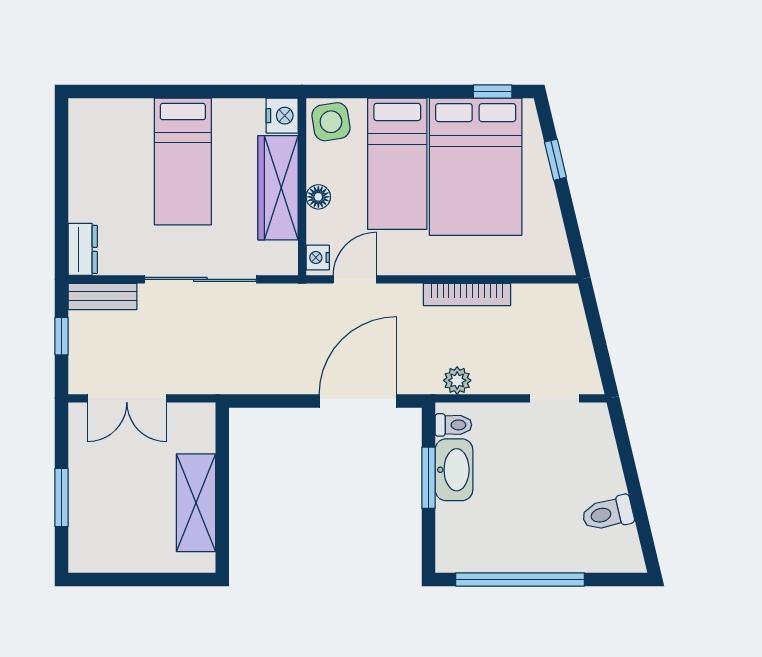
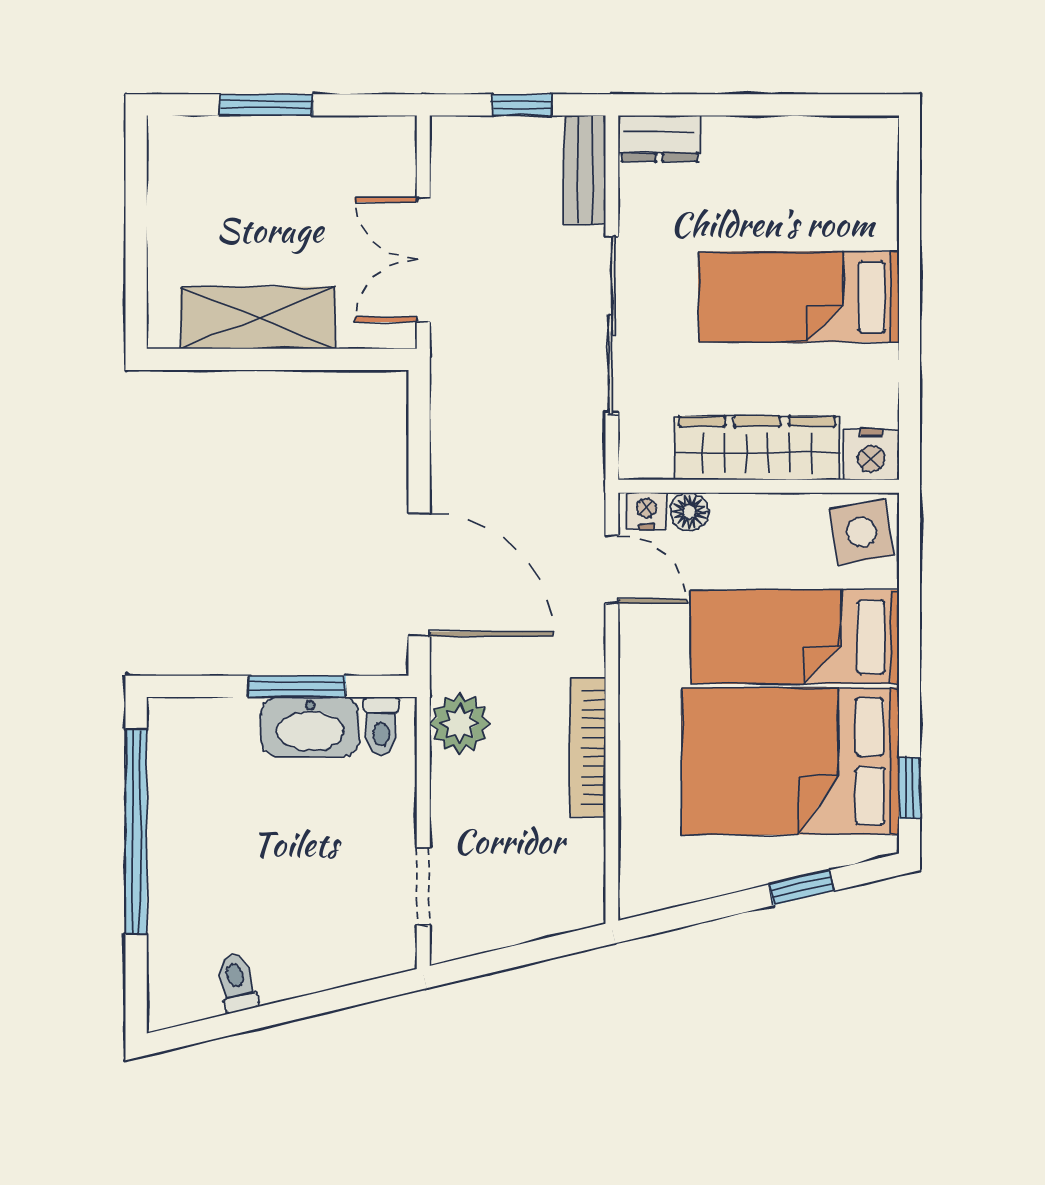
floor lamp: (318, 197) -> (689, 512), moved
plant: (457, 380) -> (460, 724), width x1.38, depth x1.38
double door: (127, 398) -> (423, 260), moved
toilet: (608, 513) -> (237, 983), width x0.73, depth x0.72

